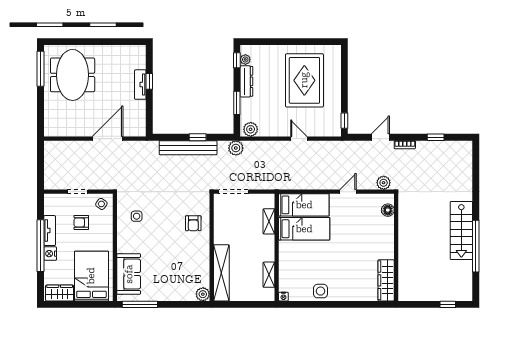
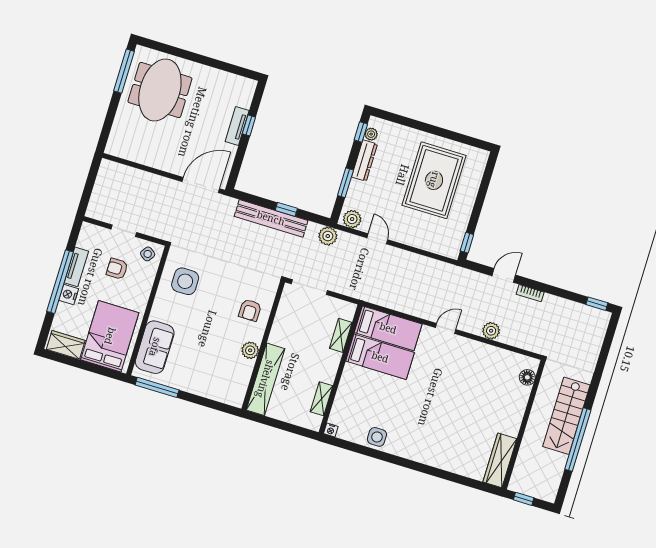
window: (436, 137) -> (597, 304), moved
door: (108, 139) -> (201, 185), moved
door: (299, 139) -> (377, 239), moved
floor lamp: (388, 210) -> (527, 377), moved
side table: (137, 216) -> (185, 281), width x1.87, depth x1.87
wall: (396, 247) -> (524, 425), moved
wardrobe: (386, 280) -> (500, 460), moved
plant: (203, 294) -> (250, 350), moved

